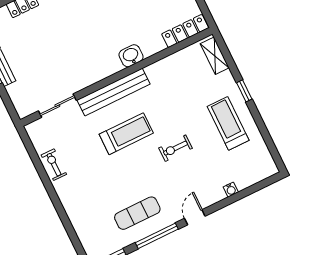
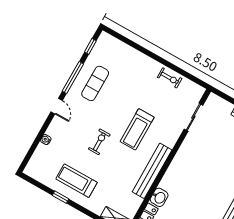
washbasin: (131, 56) -> (159, 197), moved
window: (244, 91) -> (60, 197), moved
bench: (114, 92) -> (152, 171), moved
treadmill: (228, 123) -> (77, 181), turned 180

